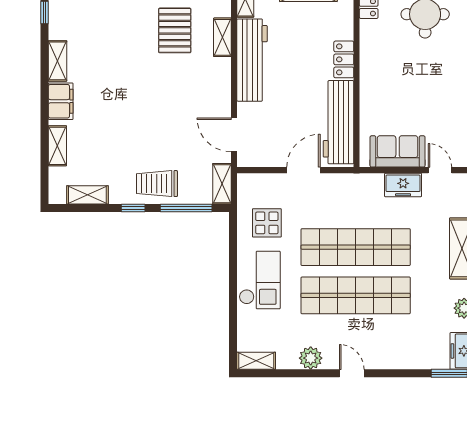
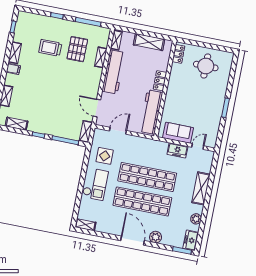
filing cabinet: (61, 101) -> (13, 69), width x0.50
door: (303, 170) -> (118, 131), moved
door: (440, 170) -> (198, 146), hinge flipped
trolley: (157, 184) -> (50, 48), moved
plant: (311, 358) -> (156, 237), moved
door: (352, 373) -> (133, 241), width x1.88

